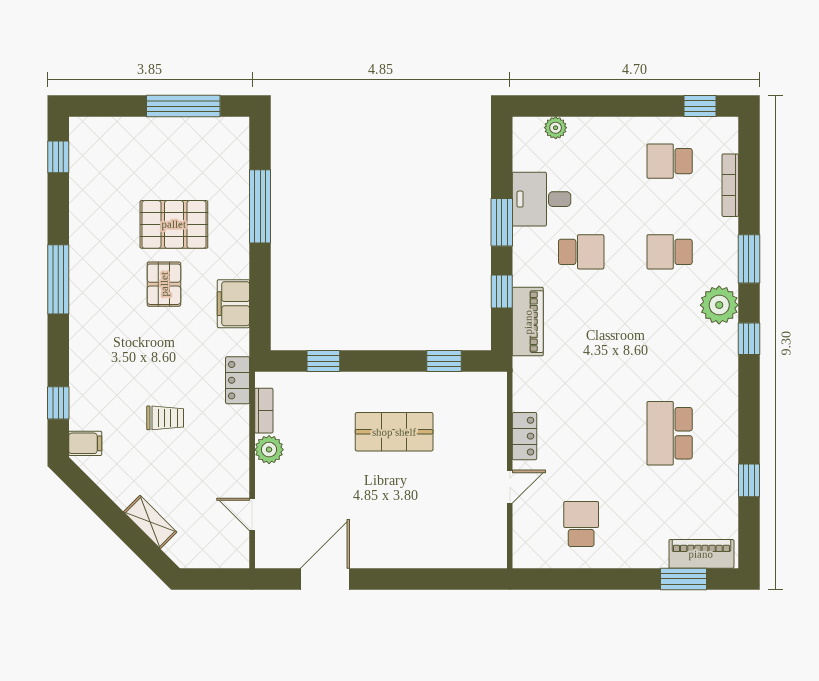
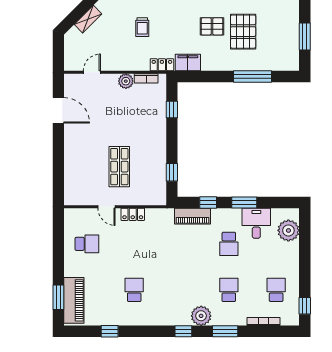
window: (183, 106) -> (305, 36), width x0.69
plant: (556, 128) -> (288, 230), width x1.88, depth x1.88
filing cabinet: (233, 304) -> (188, 63), moved
shop shelf: (394, 432) -> (119, 167), moved
school desk: (670, 433) -> (134, 290), width x0.54
piano: (701, 554) -> (74, 300), width x1.37, depth x1.33

